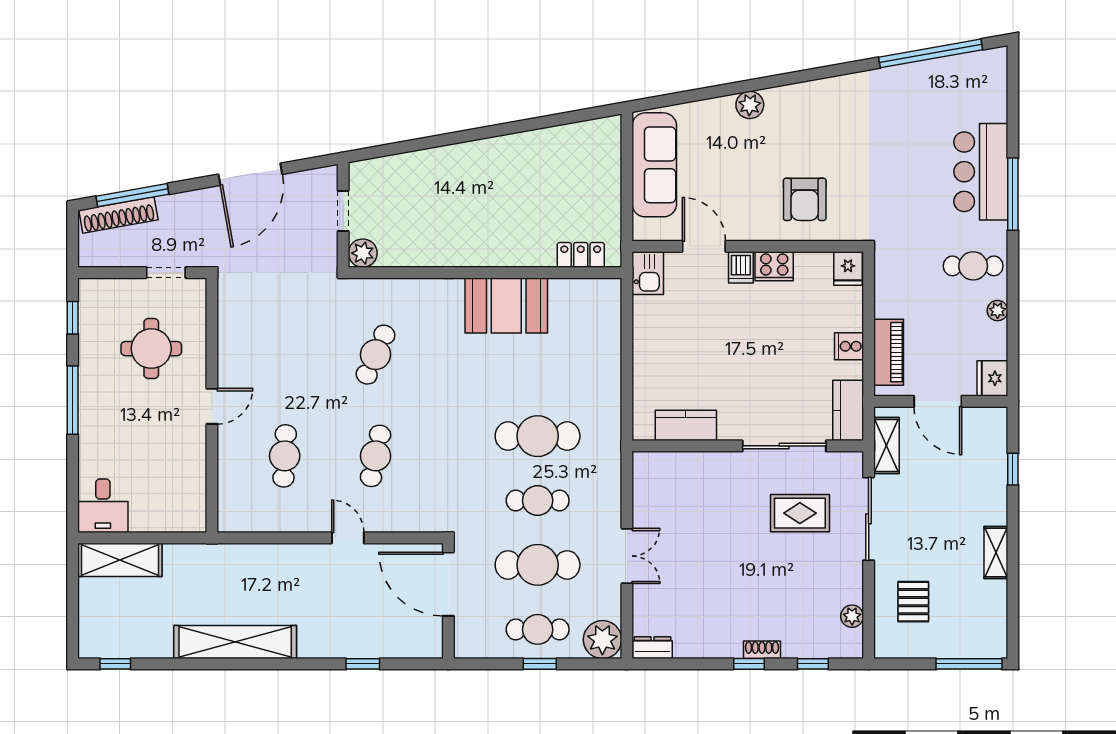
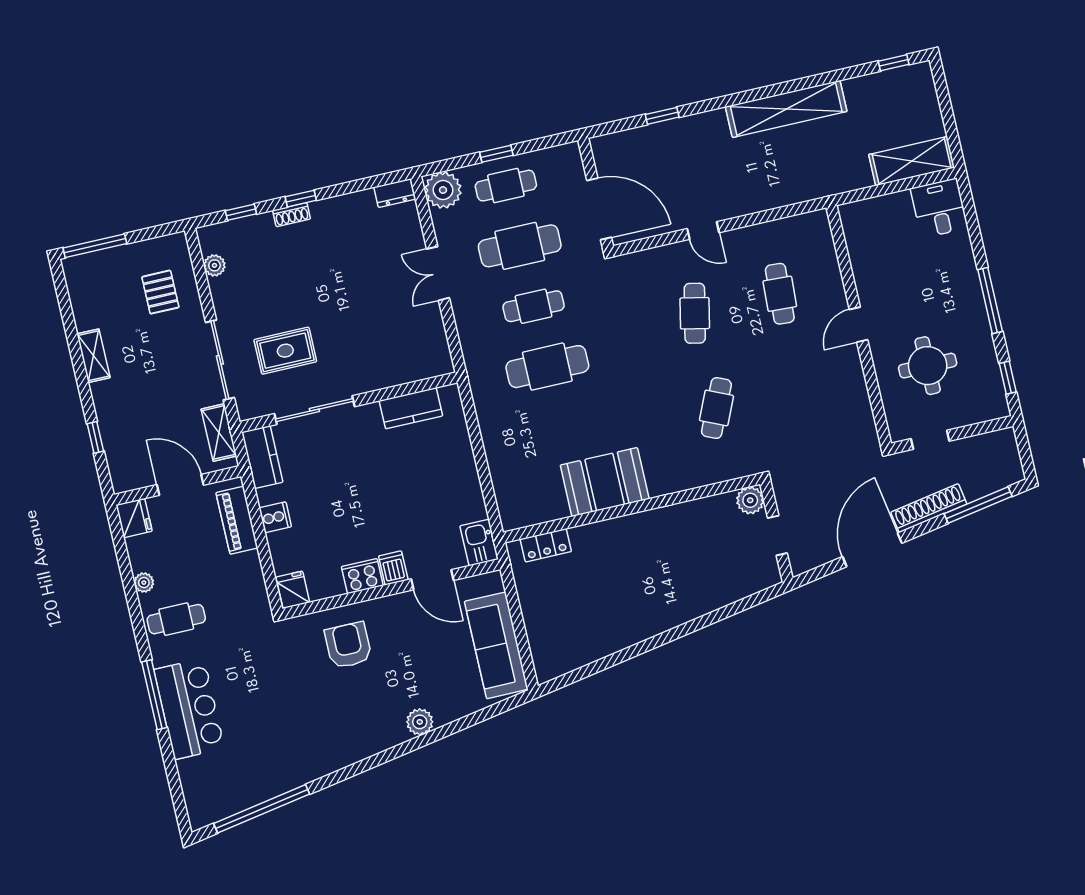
shoe rack: (118, 215) -> (929, 508), moved

